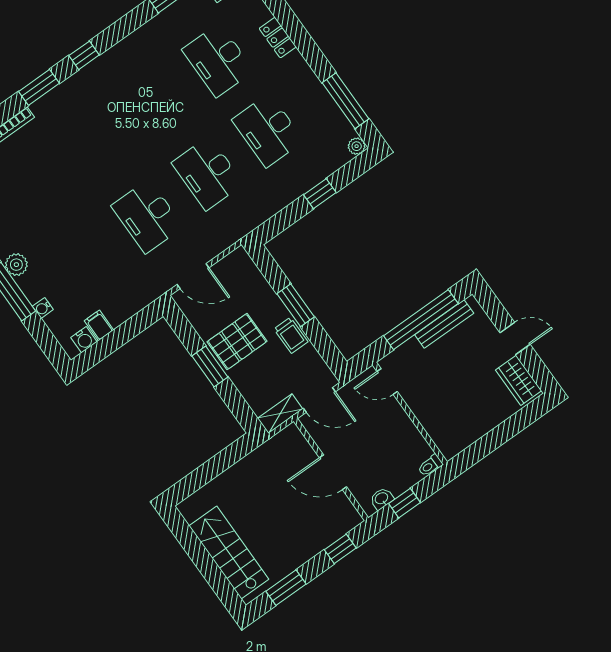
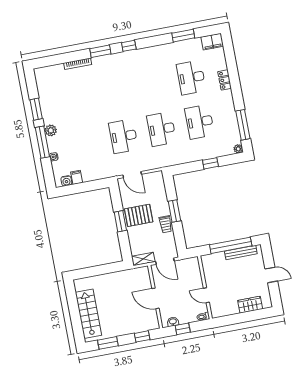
wardrobe: (519, 380) -> (250, 305), moved, turned 90
door: (387, 382) -> (206, 295), moved

